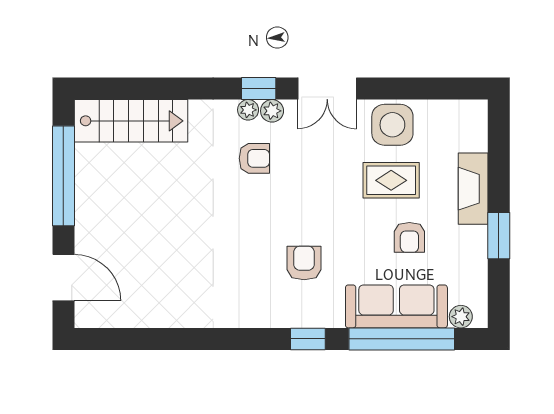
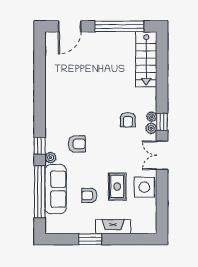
plant: (461, 317) -> (51, 158), moved

